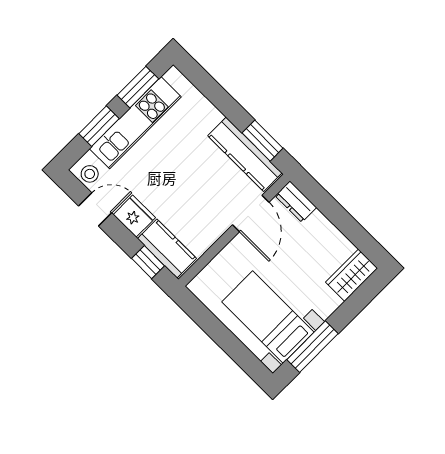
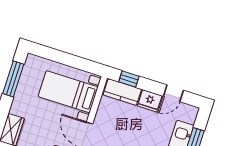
stool: (90, 174) -> (187, 112), removed
bed with nightstands: (268, 317) -> (68, 92), moved, turned 180

